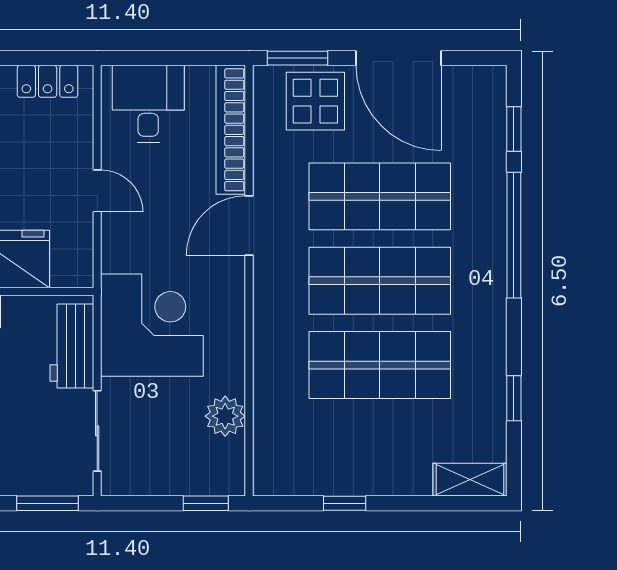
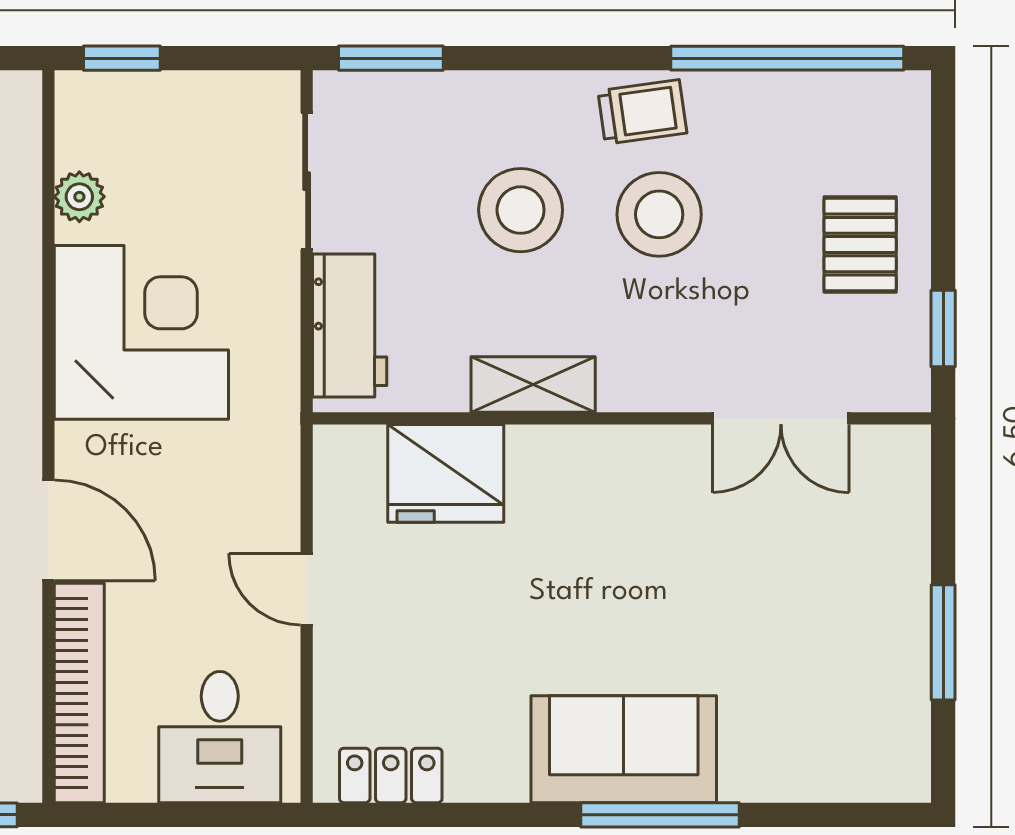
door: (249, 226) -> (48, 530), hinge flipped
corner desk: (152, 325) -> (141, 332), moved, turned 180
plant: (225, 416) -> (79, 197), width x0.73, depth x0.73

